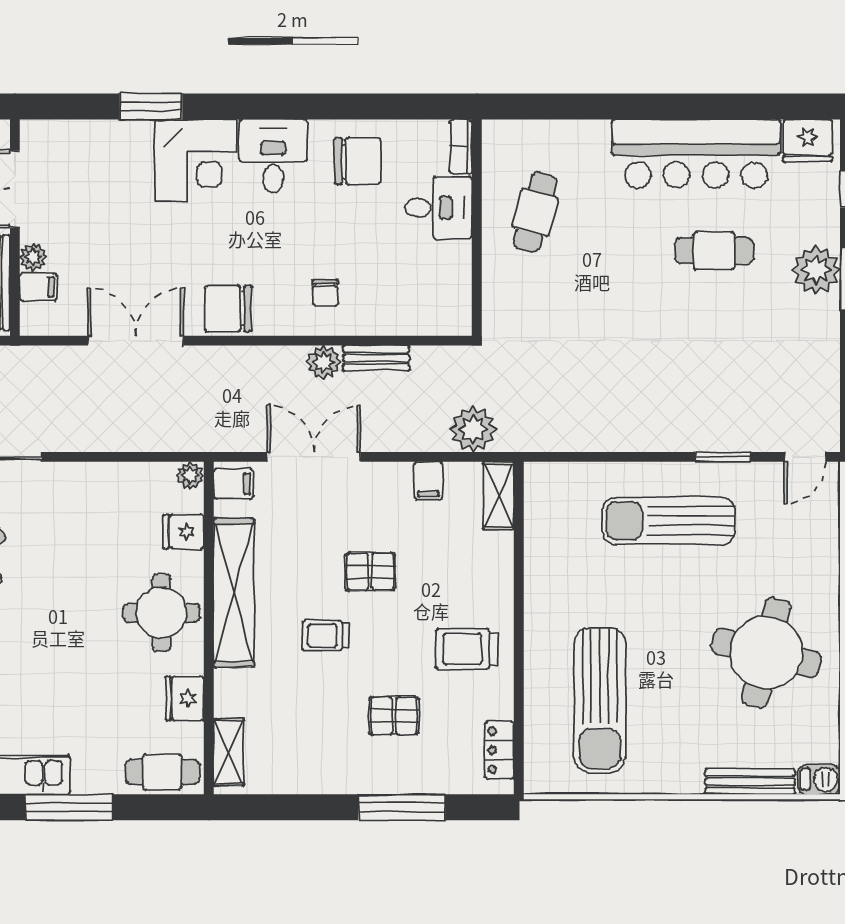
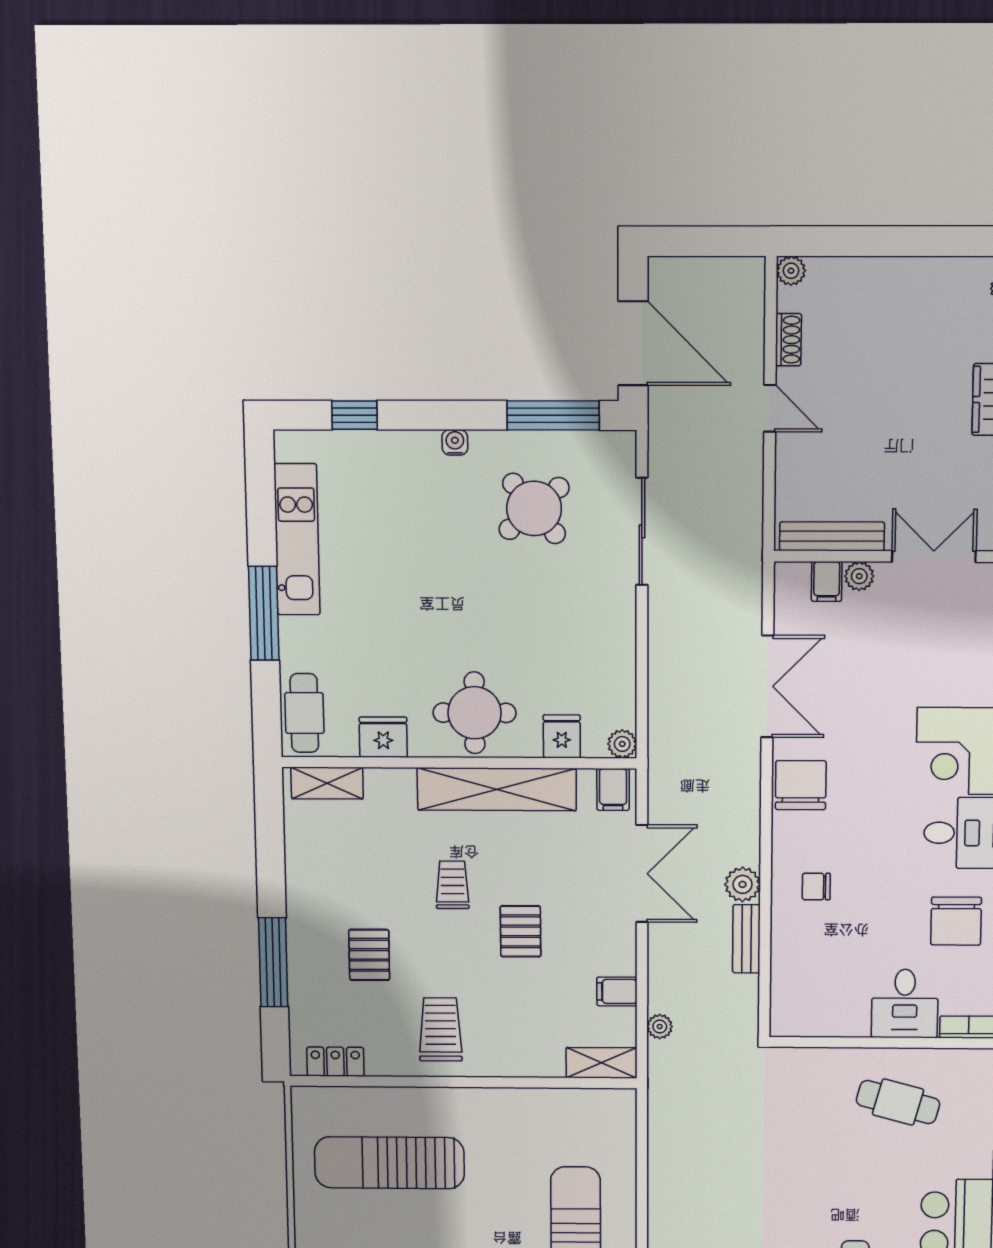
plant: (473, 429) -> (660, 1027), width x0.53, depth x0.53

